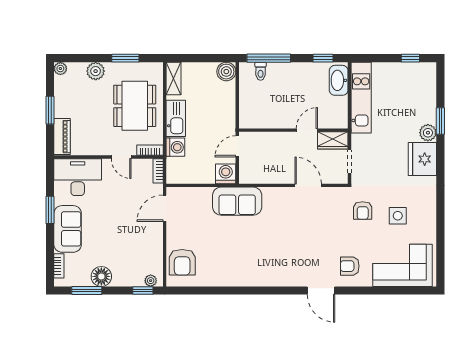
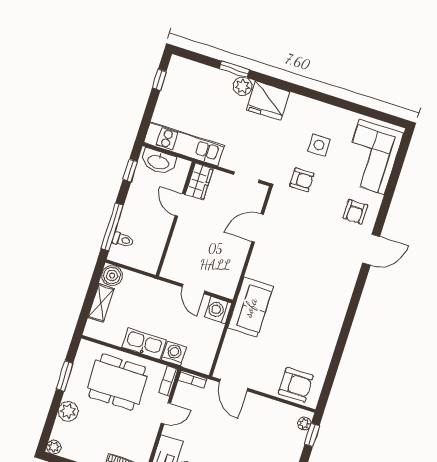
shelving: (174, 79) -> (101, 303), moved, turned 90
wall: (293, 130) -> (175, 219), moved
door: (307, 130) -> (180, 205), moved
wardrobe: (333, 140) -> (199, 181), moved

